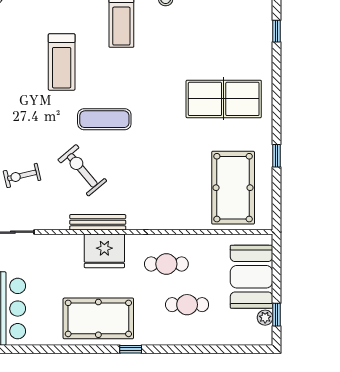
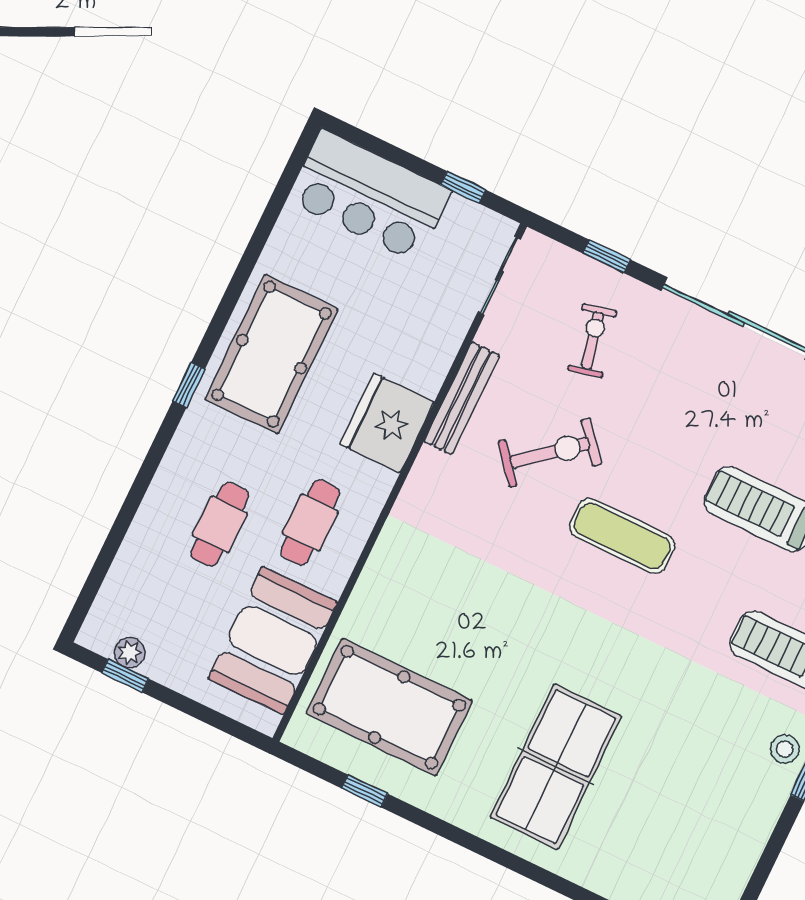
exercise mat: (104, 119) -> (622, 536), turned 90
window: (277, 156) -> (365, 791), moved
bench: (98, 222) -> (462, 398), moved
booth: (252, 277) -> (273, 640), moved, turned 90

